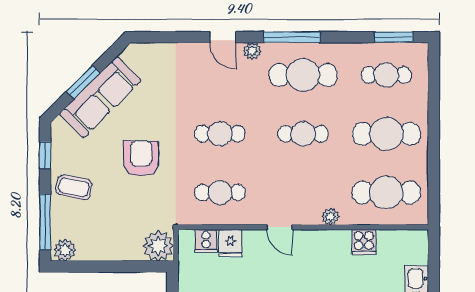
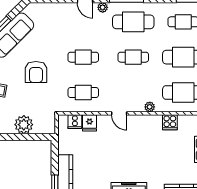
armchair: (141, 158) -> (36, 72), turned 180
plant: (158, 246) -> (24, 125), moved

